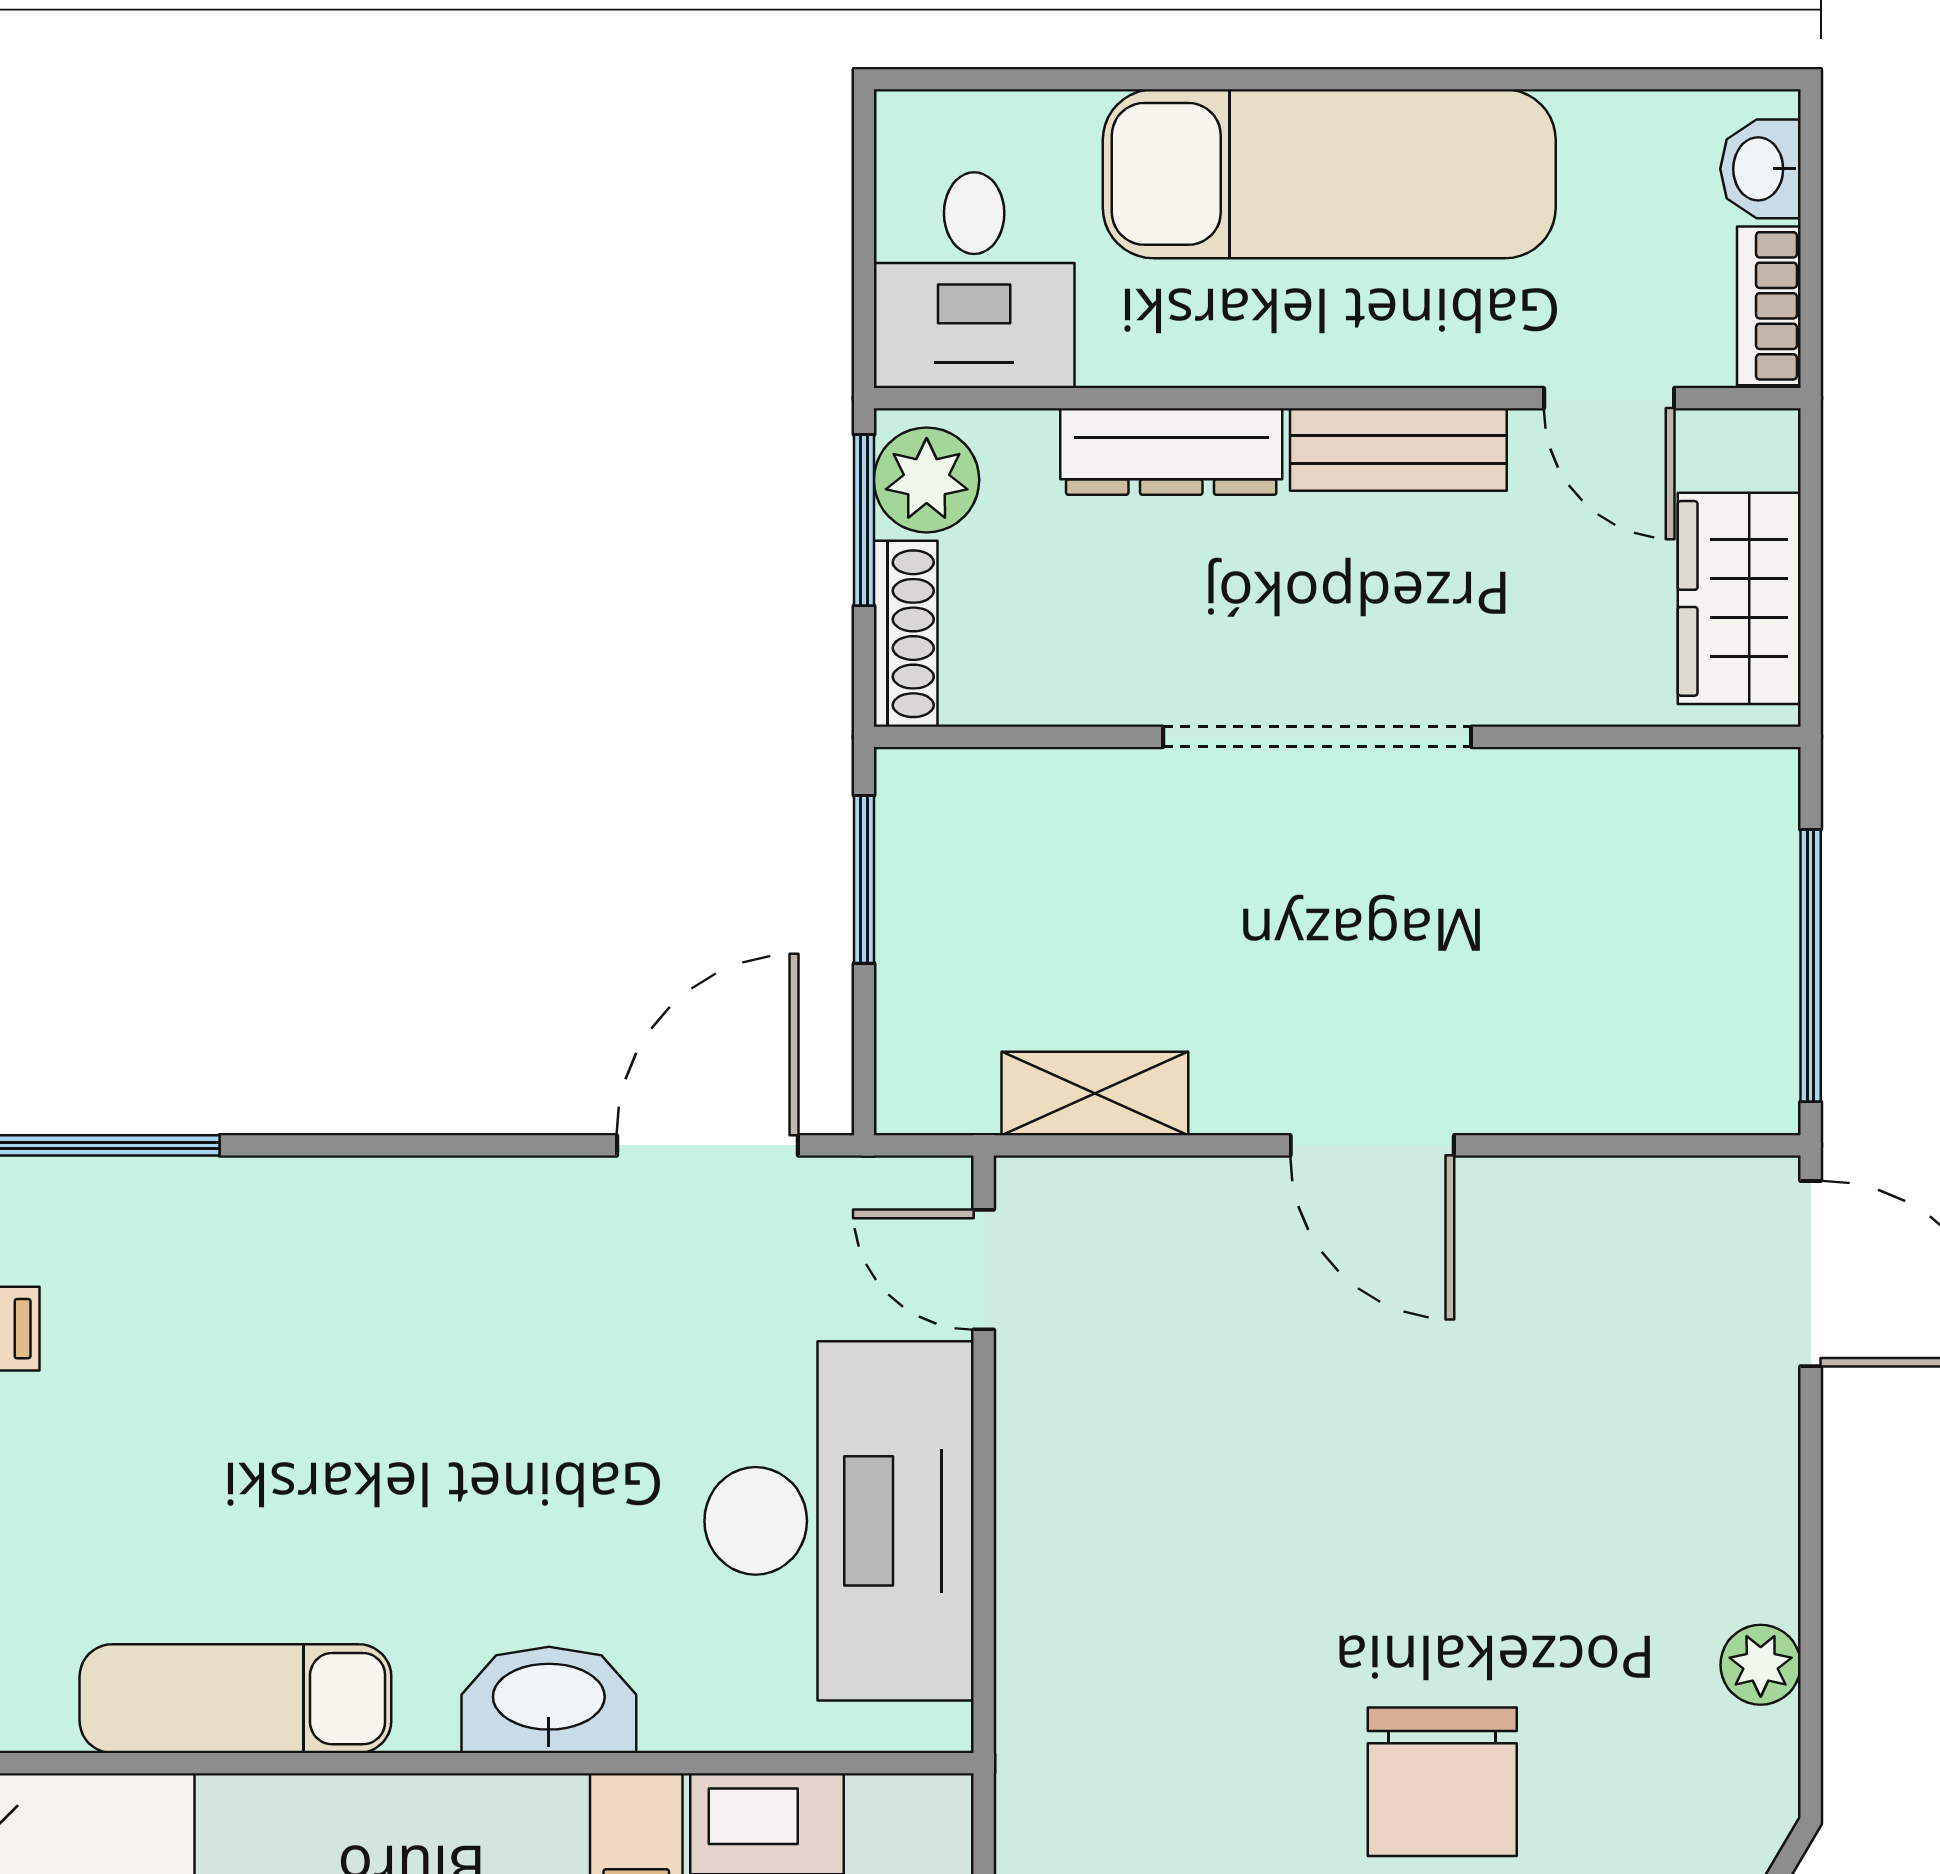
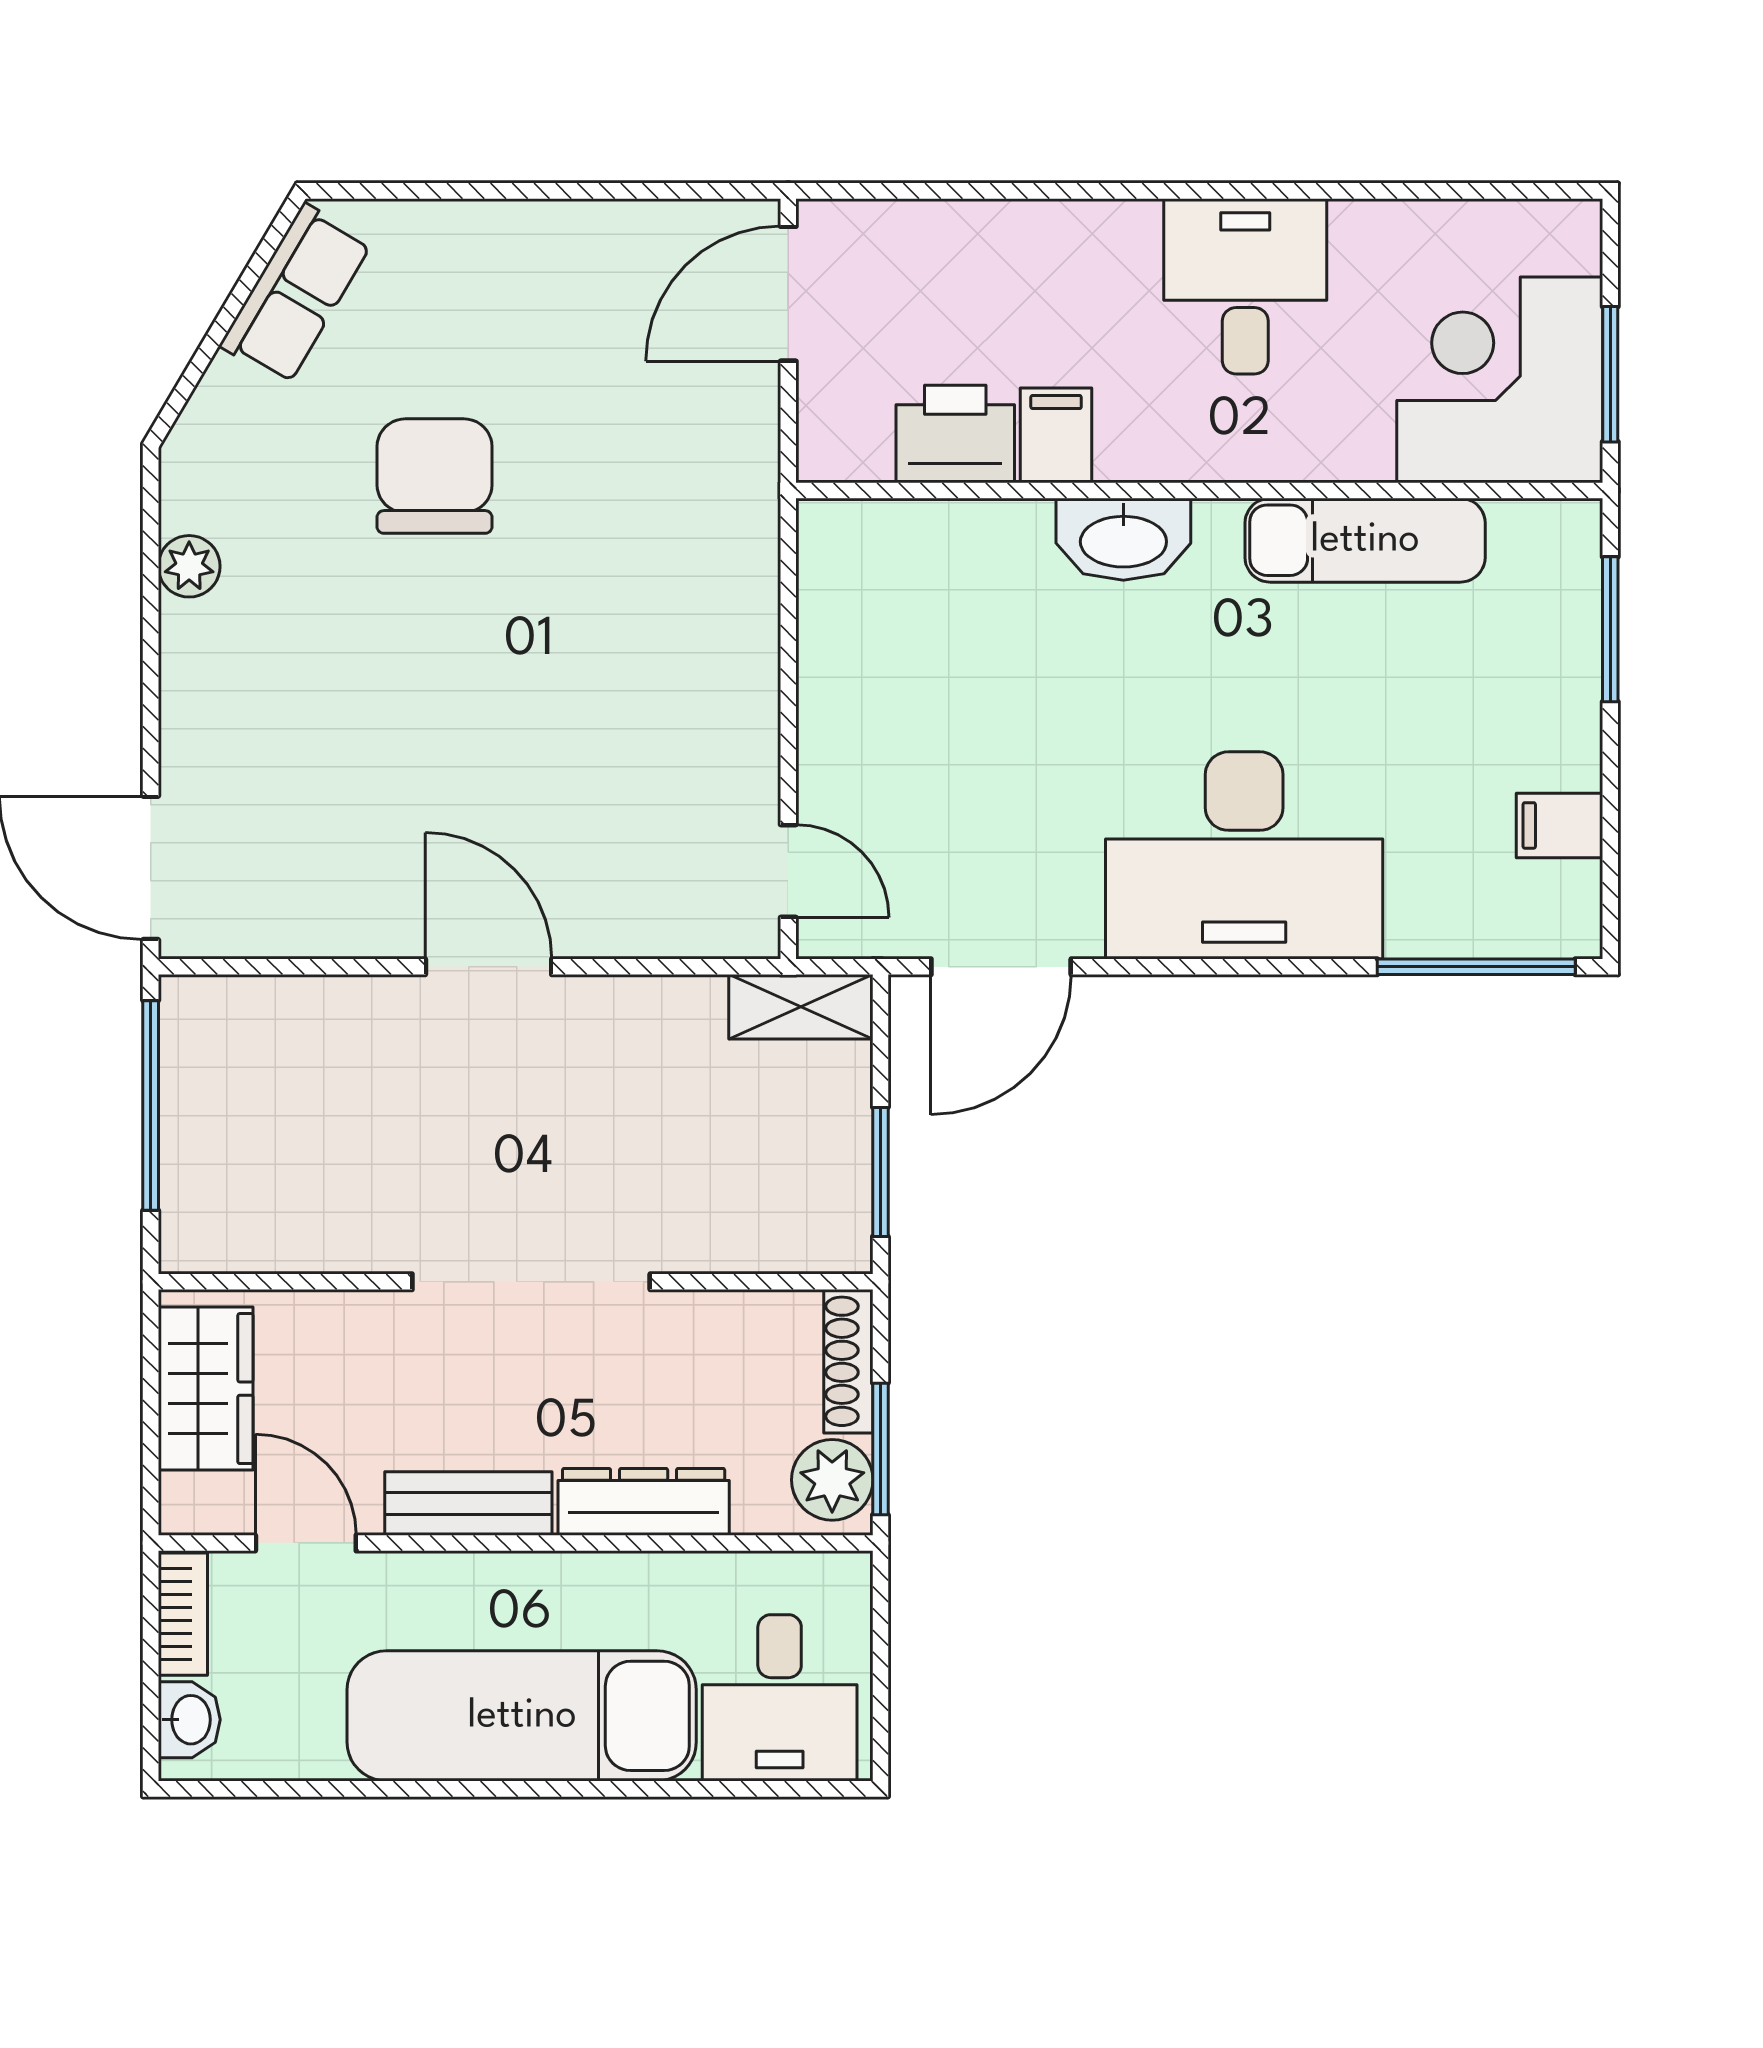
desk: (974, 280) -> (780, 1698), moved, turned 180
shelving: (1095, 1093) -> (801, 1007), moved
desk: (839, 1521) -> (1244, 855), moved, turned -90

